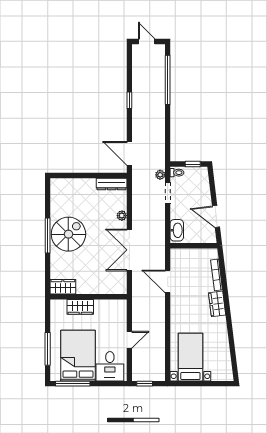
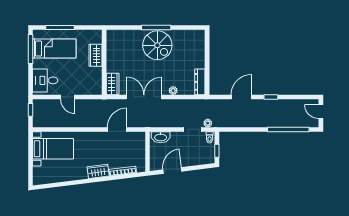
door: (147, 41) -> (321, 112), swing flipped
door: (129, 153) -> (241, 97), moved
wardrobe: (63, 287) -> (113, 84), moved
bed: (78, 356) -> (54, 49), width x0.67

